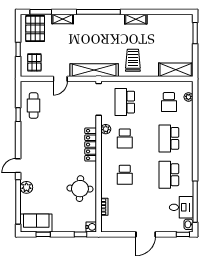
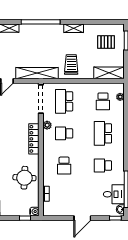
pallet: (172, 35) -> (106, 42), added
school desk: (125, 138) -> (64, 133), turned 90
school desk: (169, 175) -> (103, 165), width x0.54

